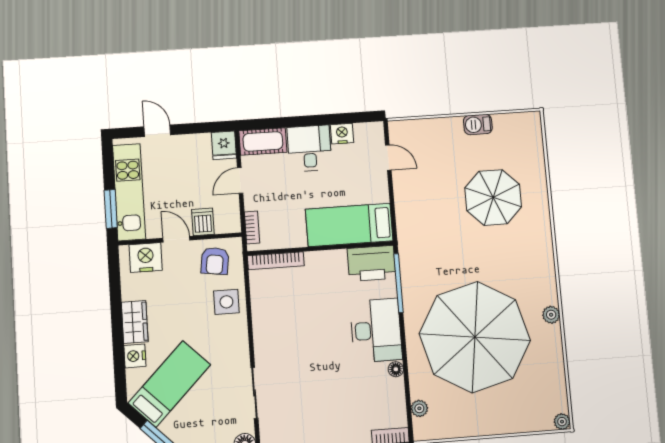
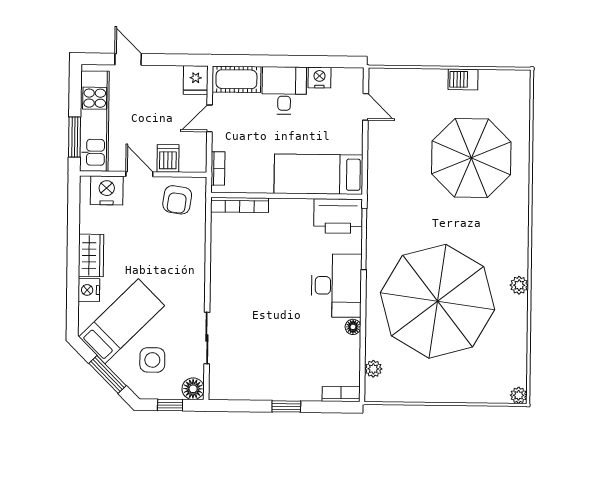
parasol: (493, 197) -> (471, 158), width x1.36, depth x1.36
side table: (226, 302) -> (152, 360), moved

